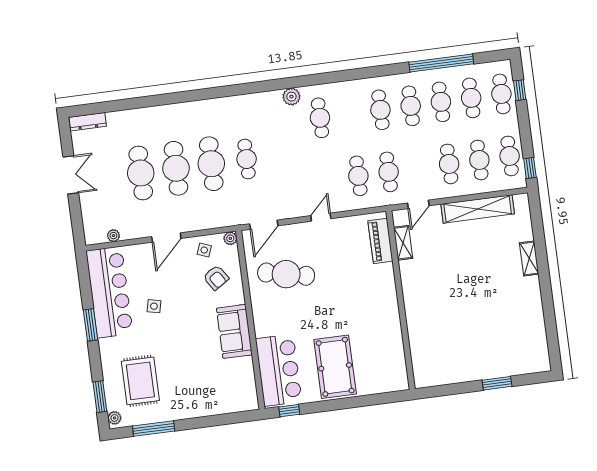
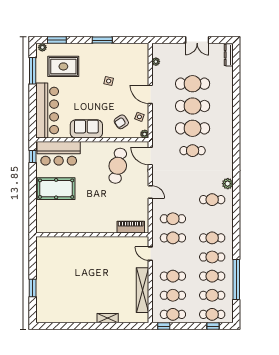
shelving: (403, 243) -> (128, 241), removed
bar counter: (109, 292) -> (47, 110), moved, turned -90

